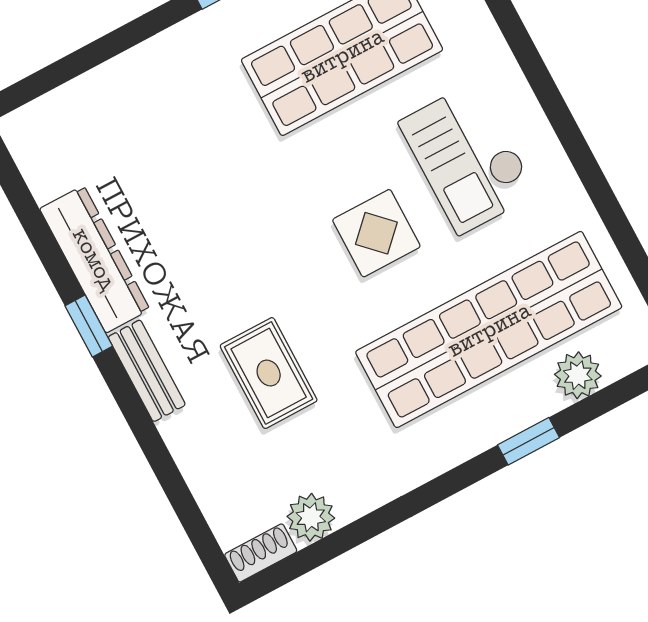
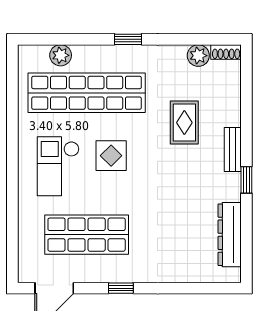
checkout: (468, 158) -> (58, 166), turned 180
dresser: (95, 259) -> (230, 235), moved
window: (529, 441) -> (128, 39), moved

